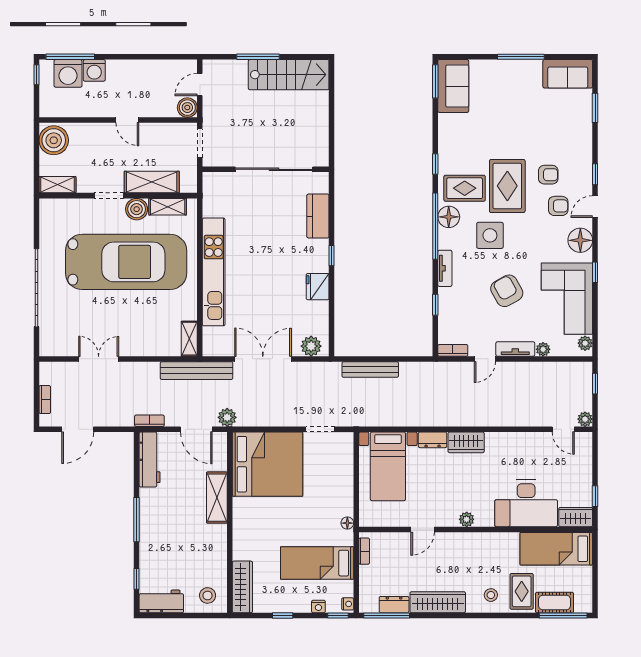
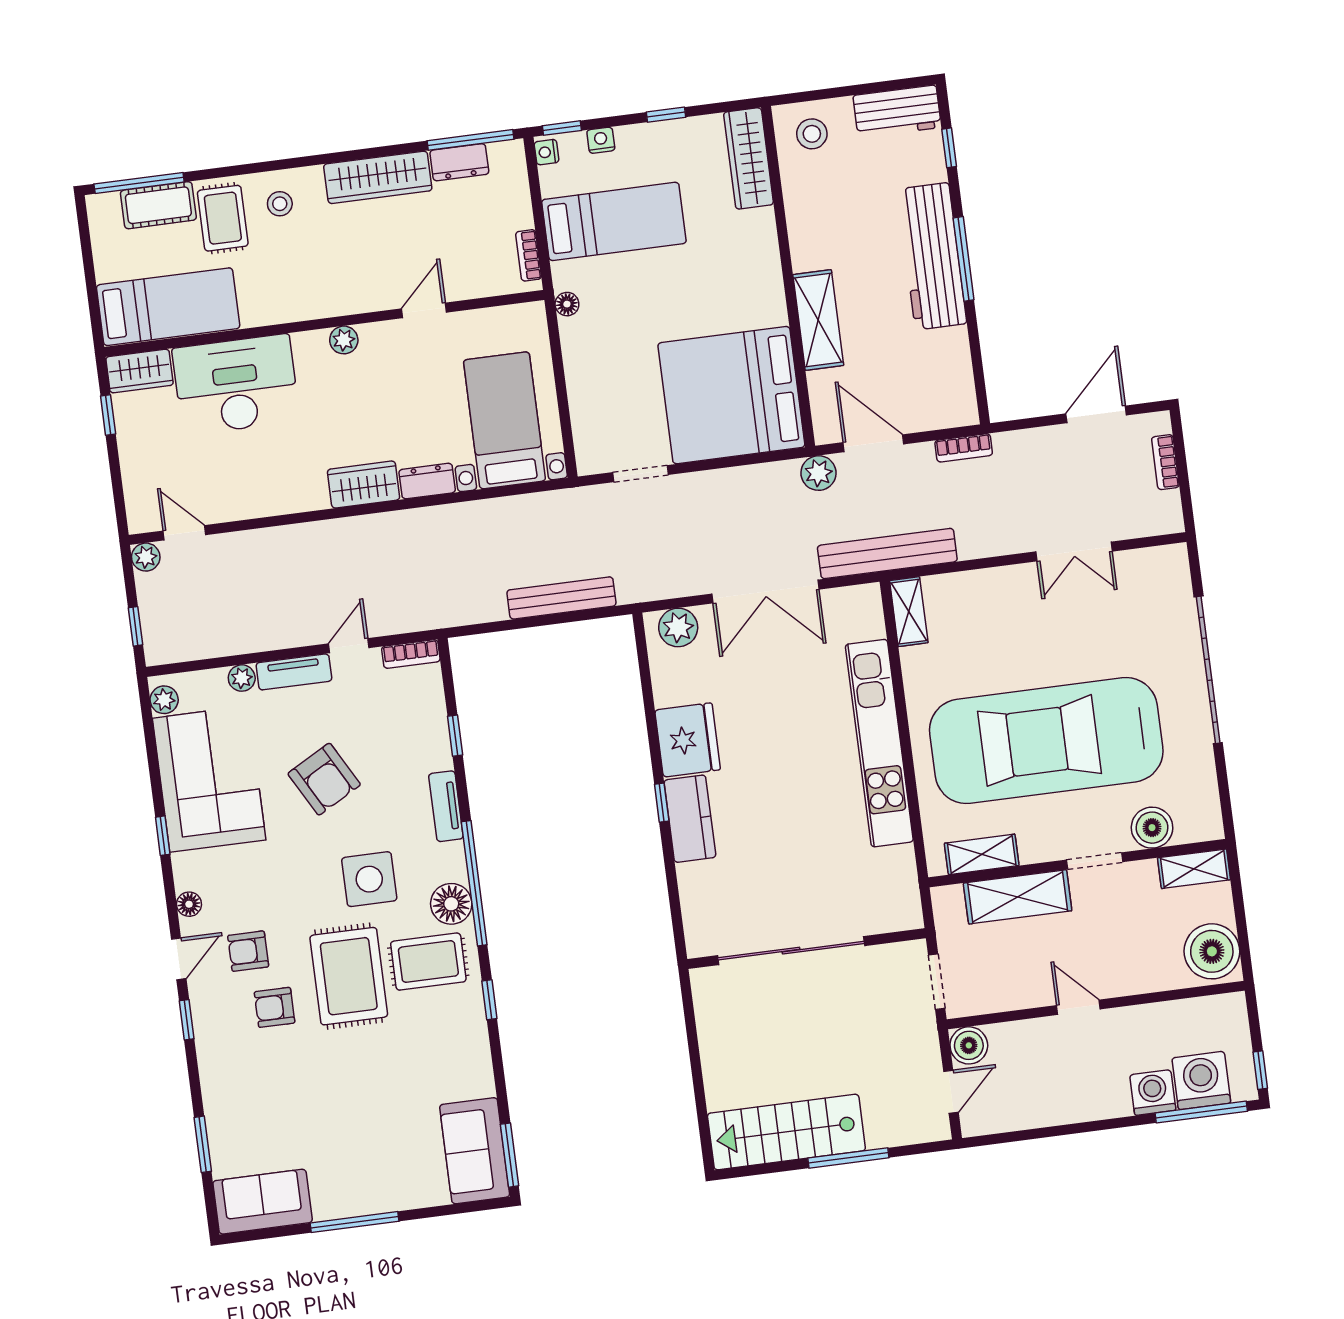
boiler: (137, 209) -> (1152, 828), moved
kitchen counter: (318, 216) -> (690, 819), moved
floor lamp: (580, 240) -> (189, 904), width x0.53, depth x0.53
fridge: (318, 287) -> (688, 740), width x1.36, depth x1.34
workbench: (150, 460) -> (932, 256), moved, width x1.36, depth x1.32

